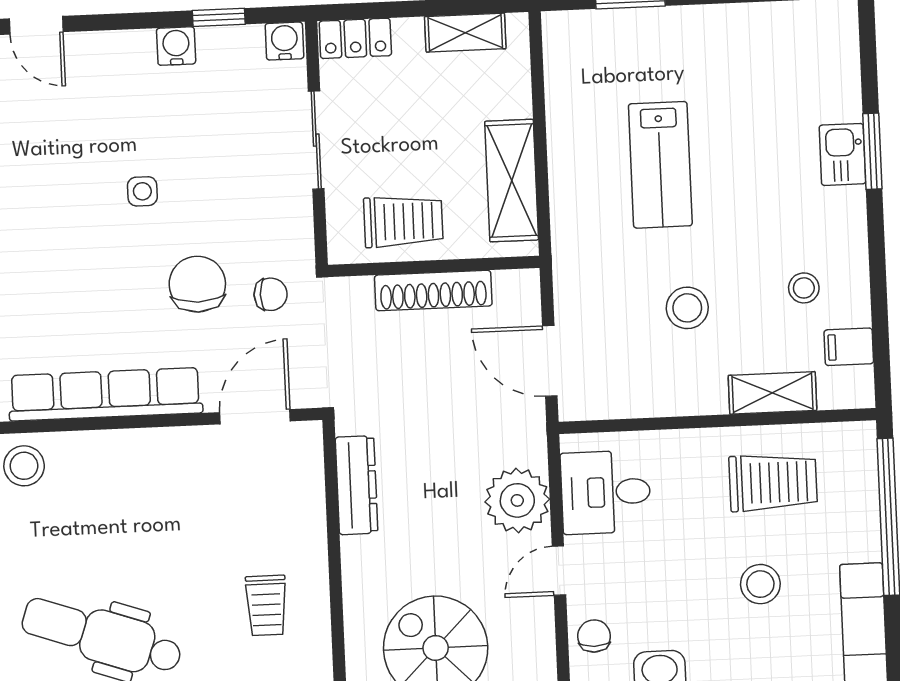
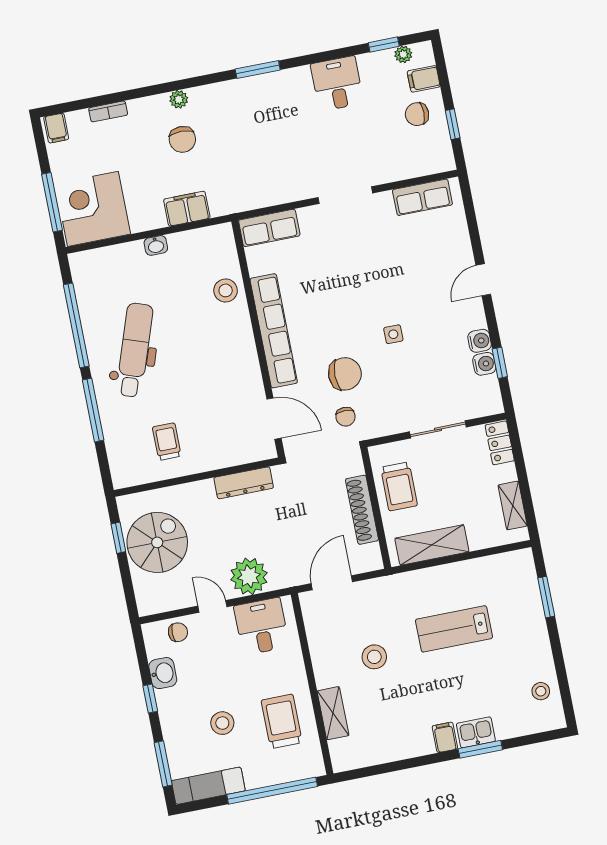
door: (36, 25) -> (483, 280), moved
water cooler: (284, 41) -> (484, 364), moved
stool: (804, 288) -> (541, 691), moved
filing cabinet: (849, 347) -> (445, 737), moved
trolley: (773, 482) -> (282, 721), turned 180
trolley: (266, 605) -> (167, 442), turned 90

